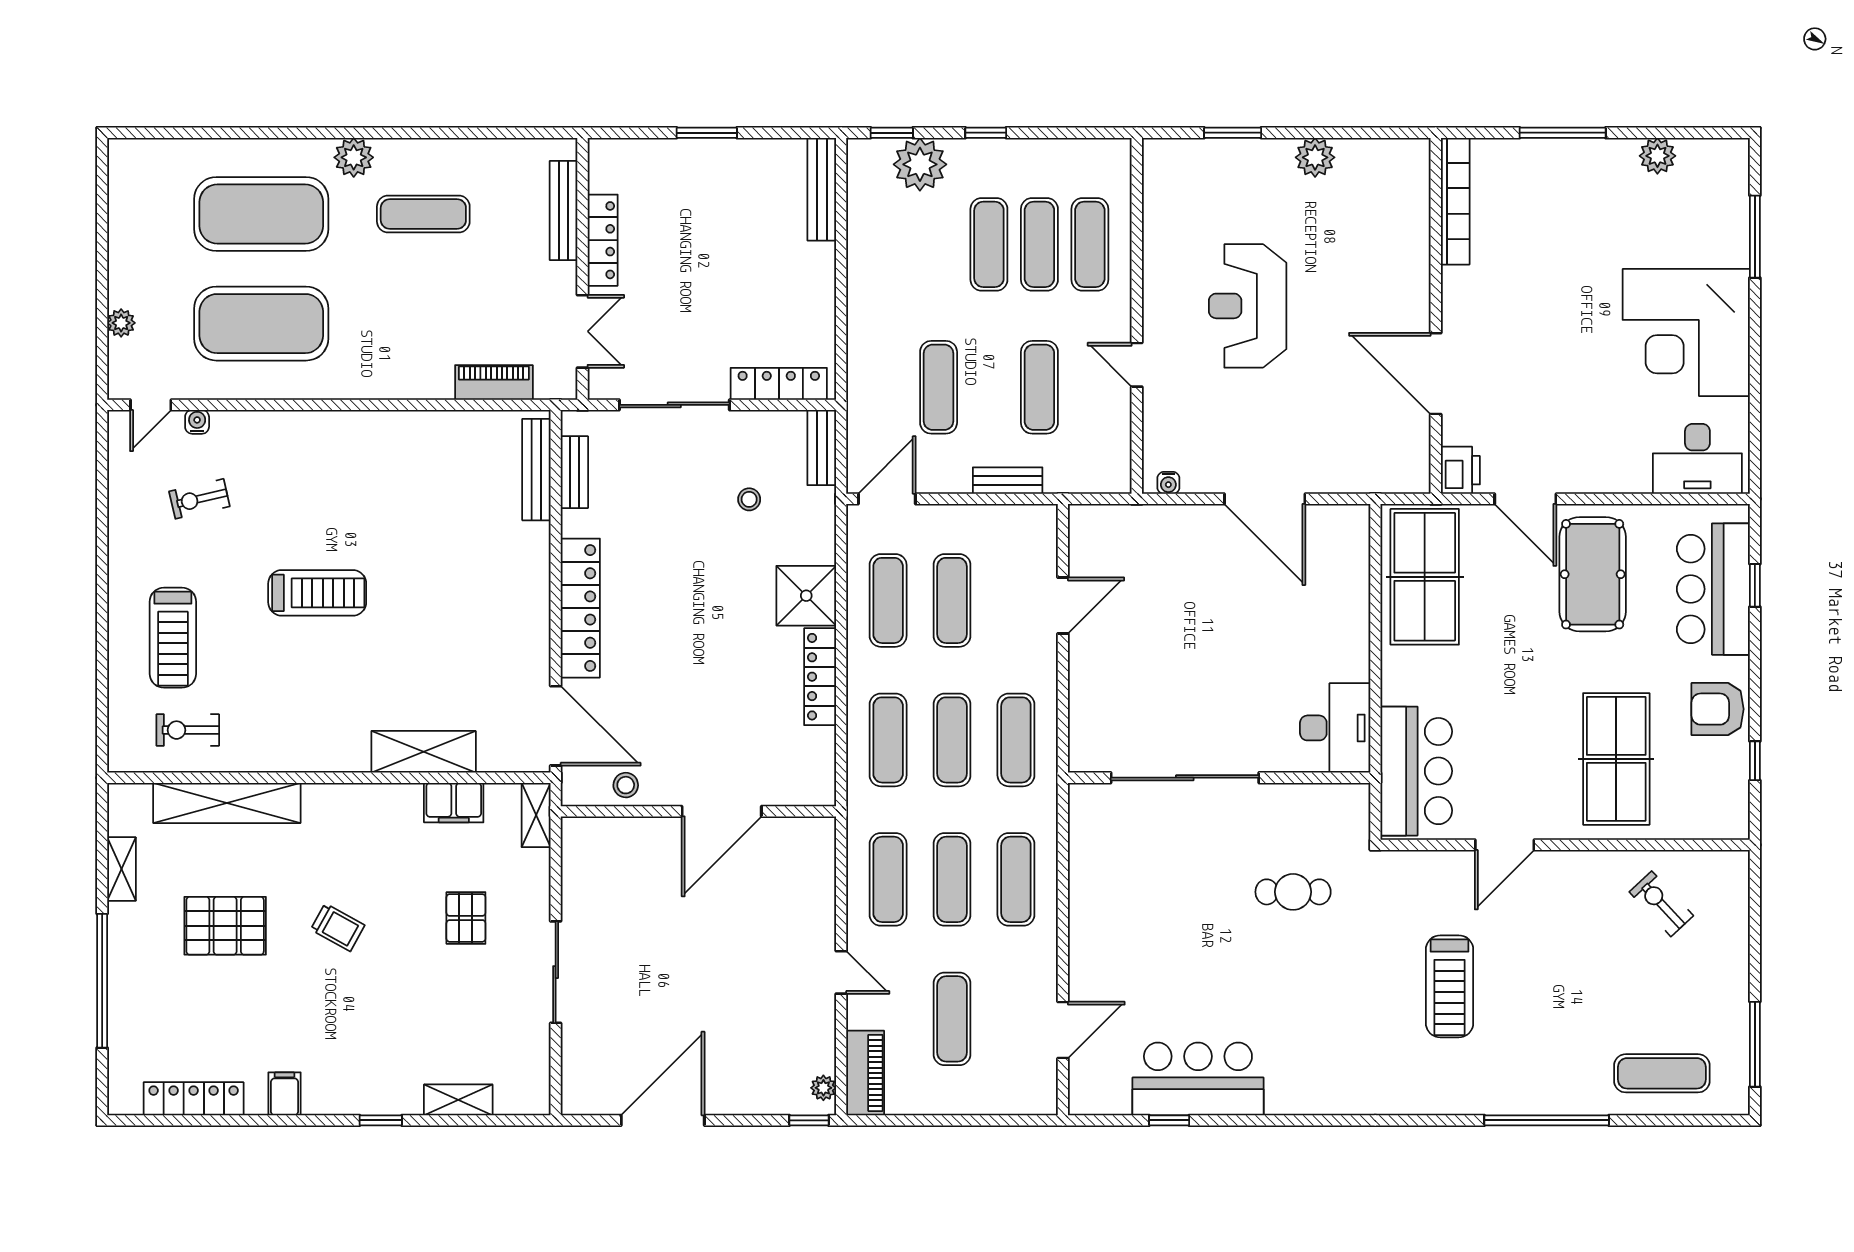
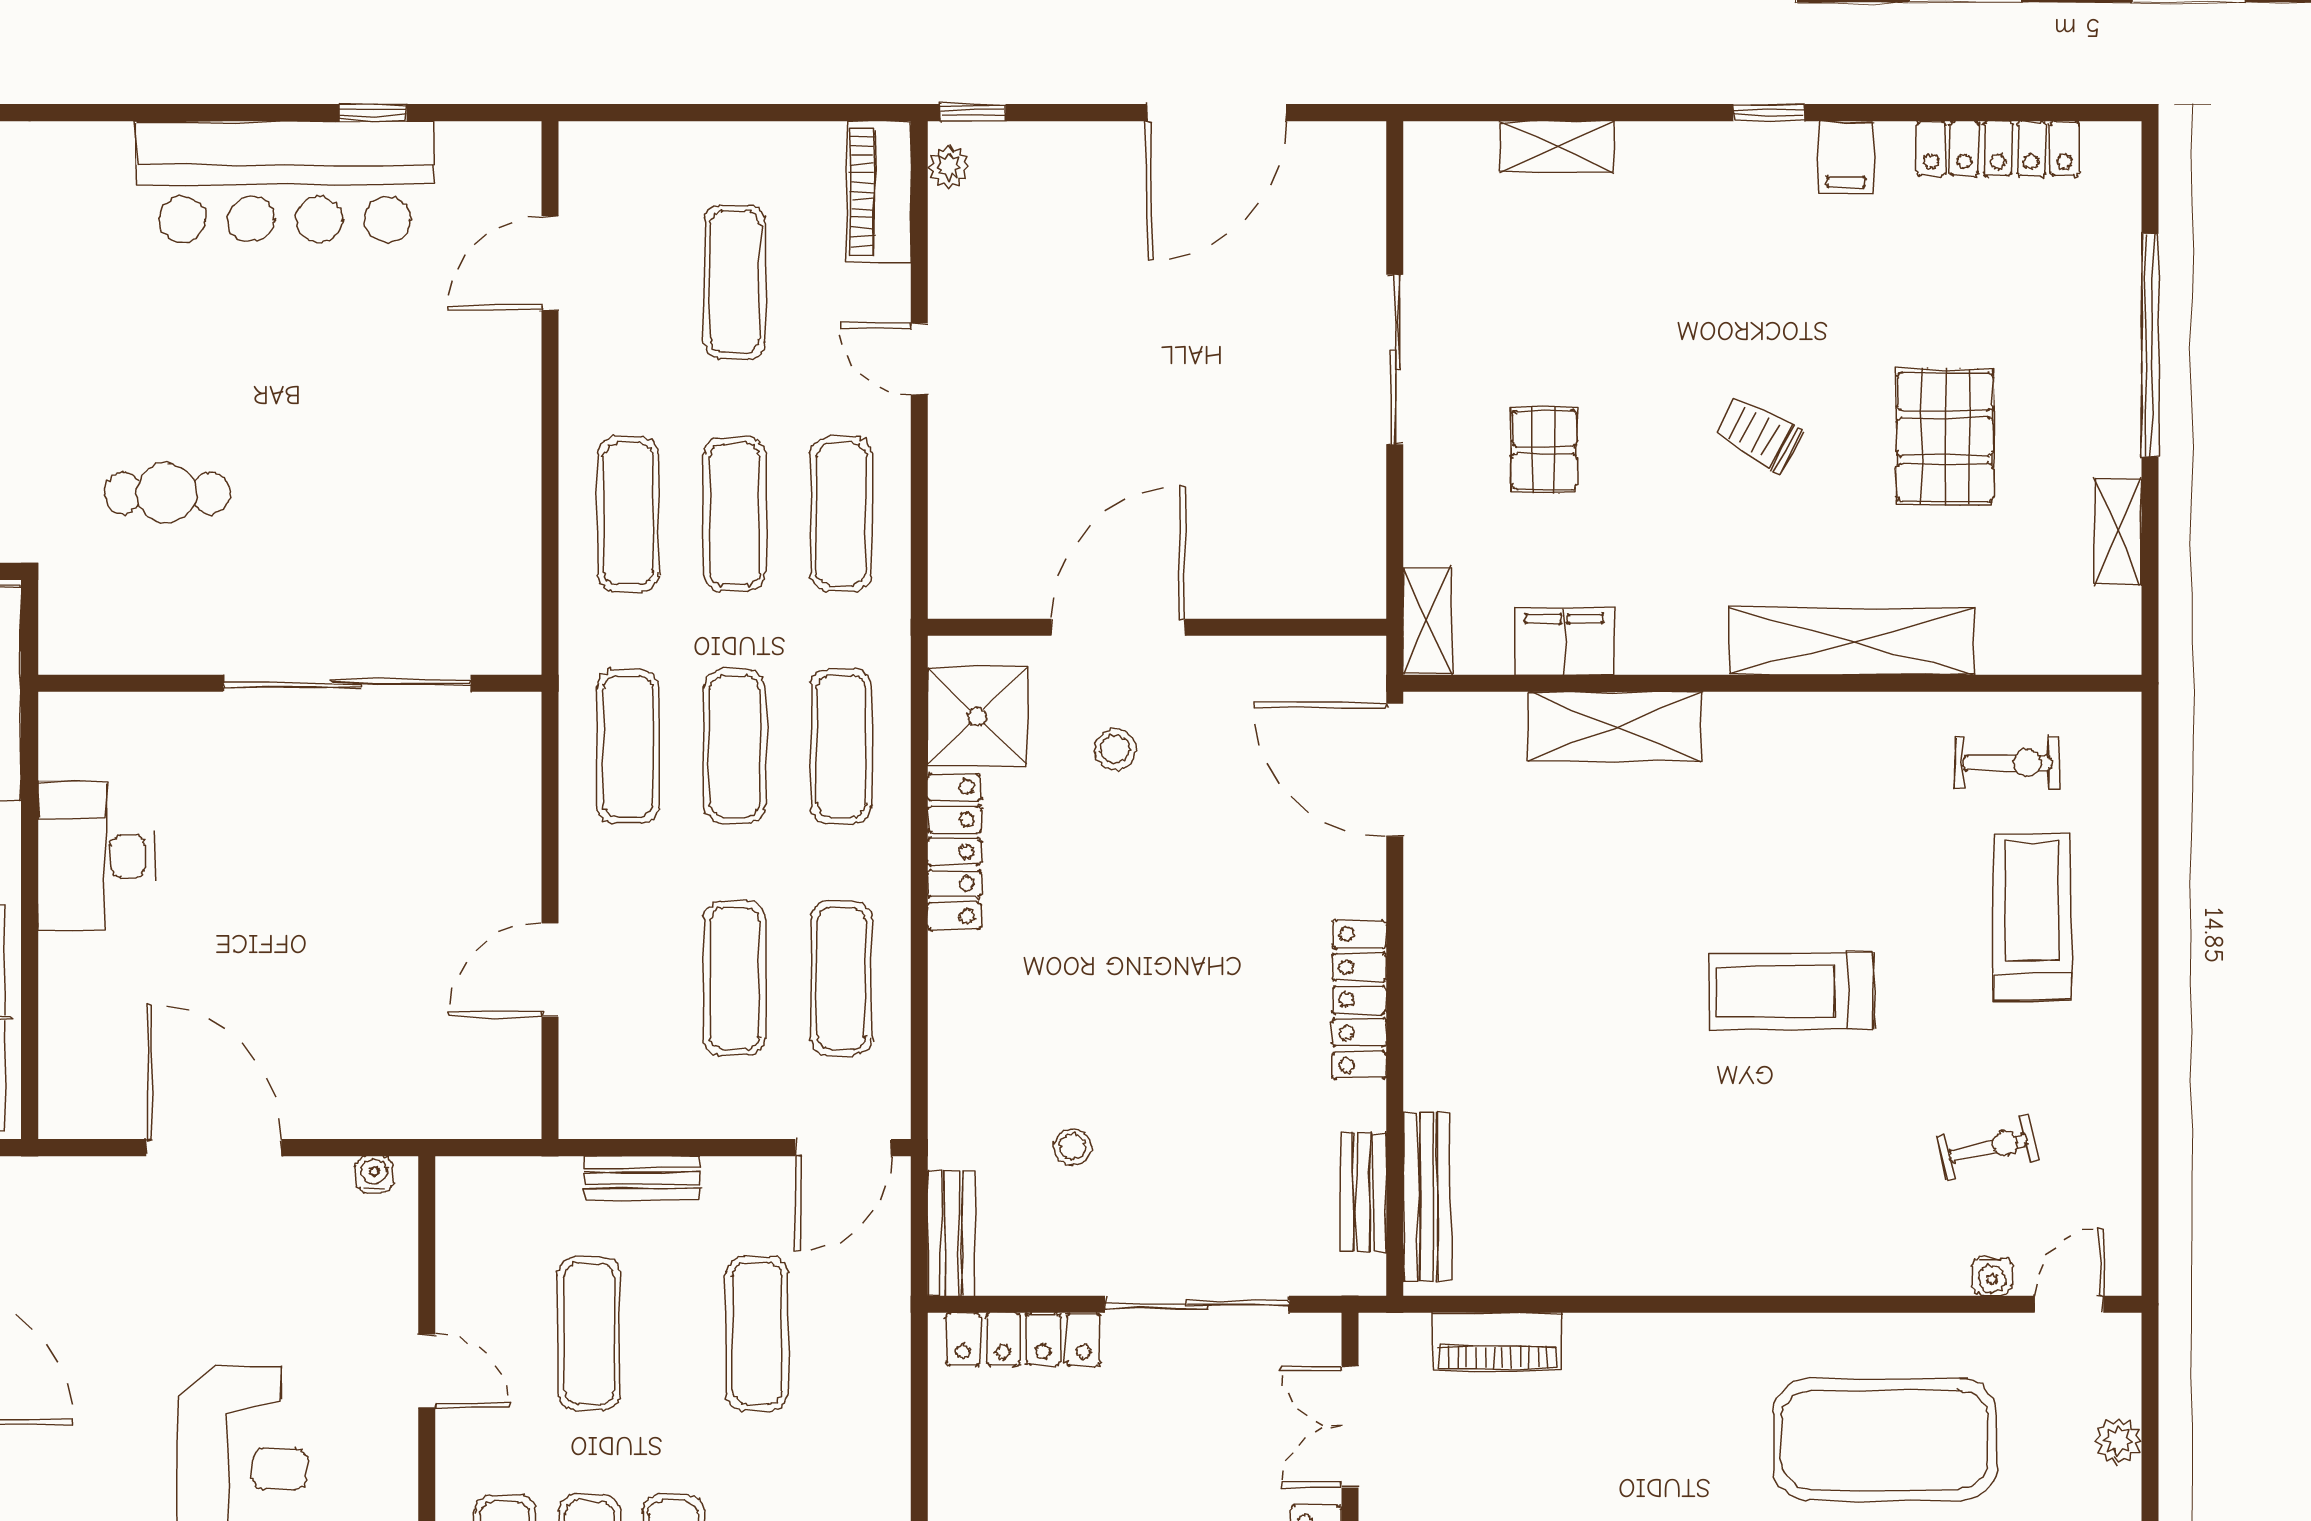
shower: (806, 596) -> (977, 717), moved
locker: (580, 608) -> (1359, 1000), width x0.71, depth x0.83
desk: (1335, 728) -> (97, 856), moved
stool: (626, 785) -> (1115, 749), moved
shelving: (227, 803) -> (1852, 641), moved
pallet: (225, 926) -> (1945, 437), turned 90
bar counter: (1198, 1079) -> (285, 182), width x1.36
window: (381, 1120) -> (1769, 113), moved

